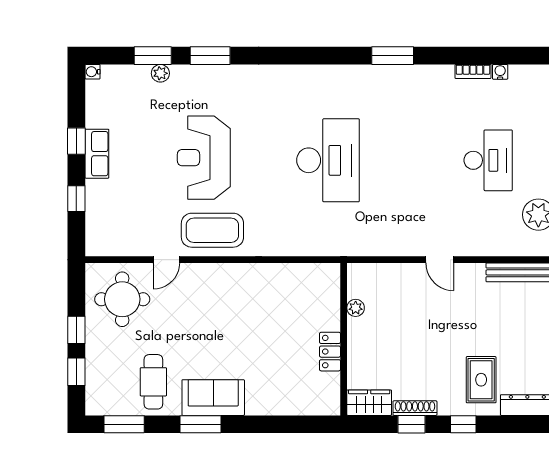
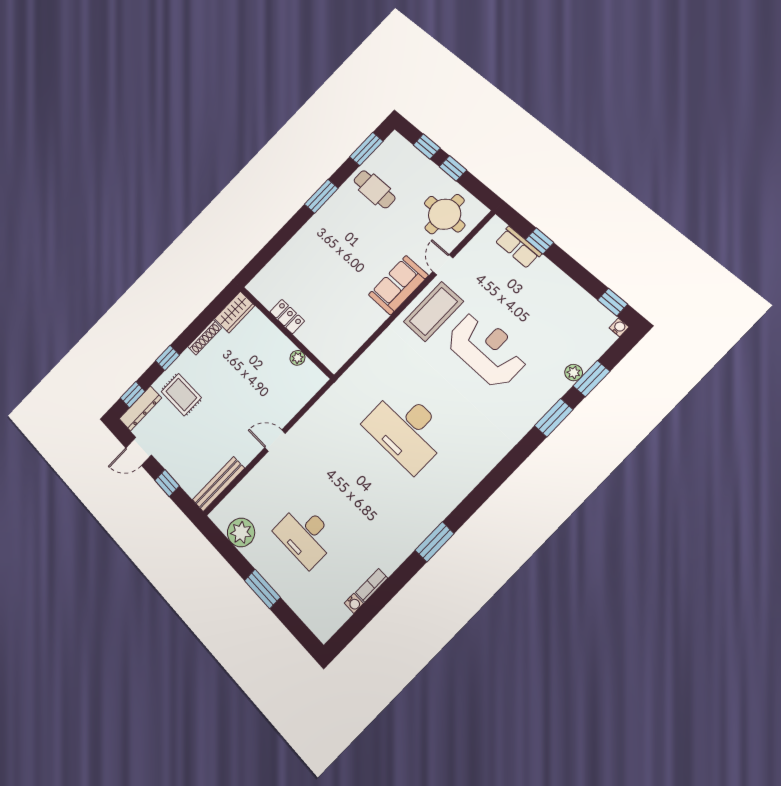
window: (76, 141) -> (613, 302), moved
row of seats: (97, 154) -> (518, 247), moved
sofa: (213, 398) -> (398, 285), moved, turned 180
window: (411, 424) -> (133, 395), moved

